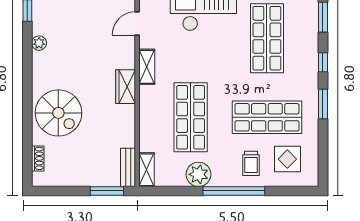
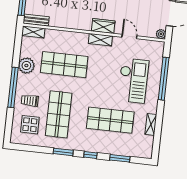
wardrobe: (126, 87) -> (103, 26), moved

